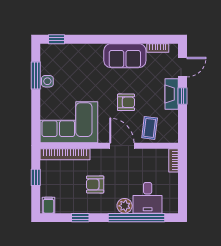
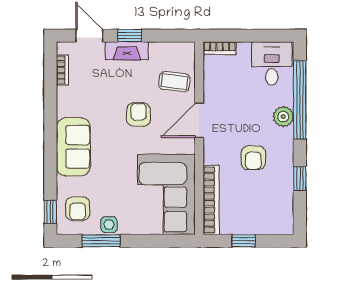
sofa: (125, 56) -> (73, 147), moved
armchair: (59, 59) -> (78, 209), added
desk: (148, 198) -> (272, 63), moved, turned -90
filing cabinet: (48, 205) -> (282, 223), removed

